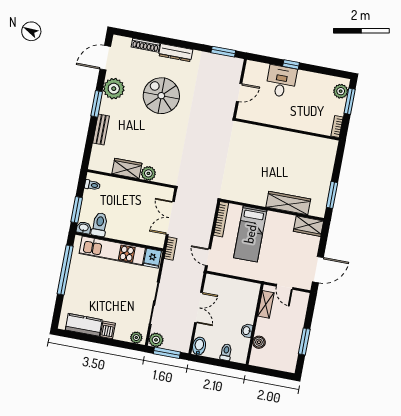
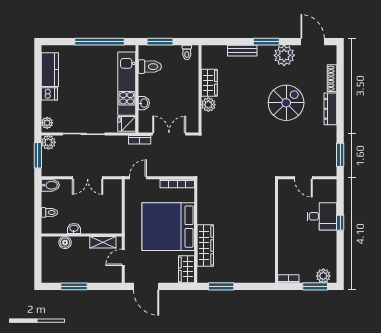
washbasin: (84, 228) -> (144, 103), moved
bed: (250, 234) -> (168, 227), width x2.04

